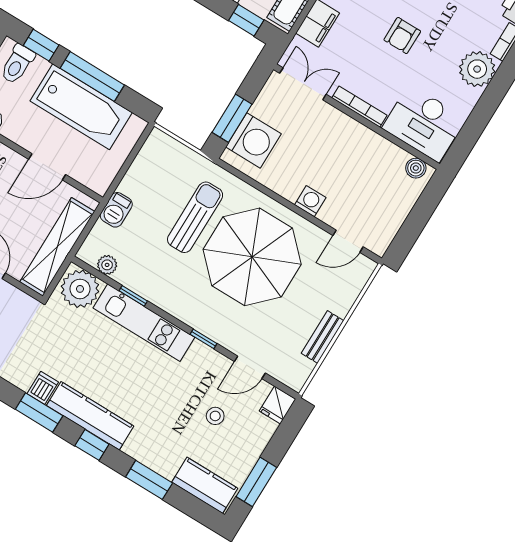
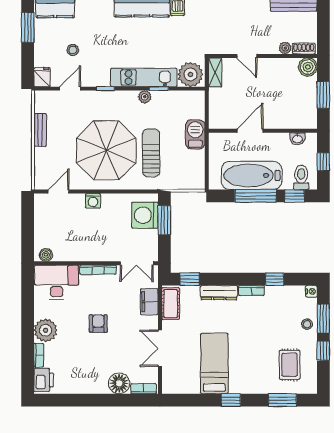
barbecue: (116, 210) -> (195, 134), width x1.38, depth x1.27
sun lounger: (195, 217) -> (151, 153), turned 180
shelving: (57, 247) -> (215, 72), width x0.45, depth x0.75
plant: (107, 265) -> (145, 97), moved

